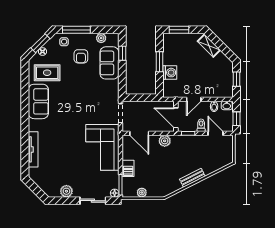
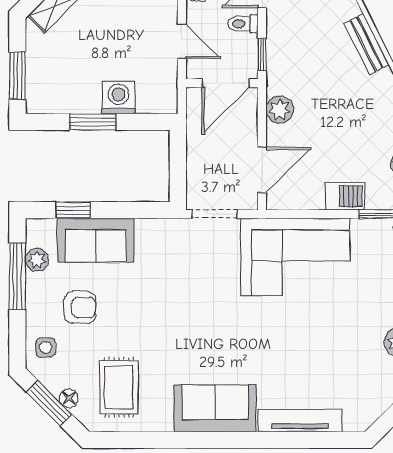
window: (76, 30) -> (17, 276), moved
sofa: (38, 101) -> (215, 408), moved

